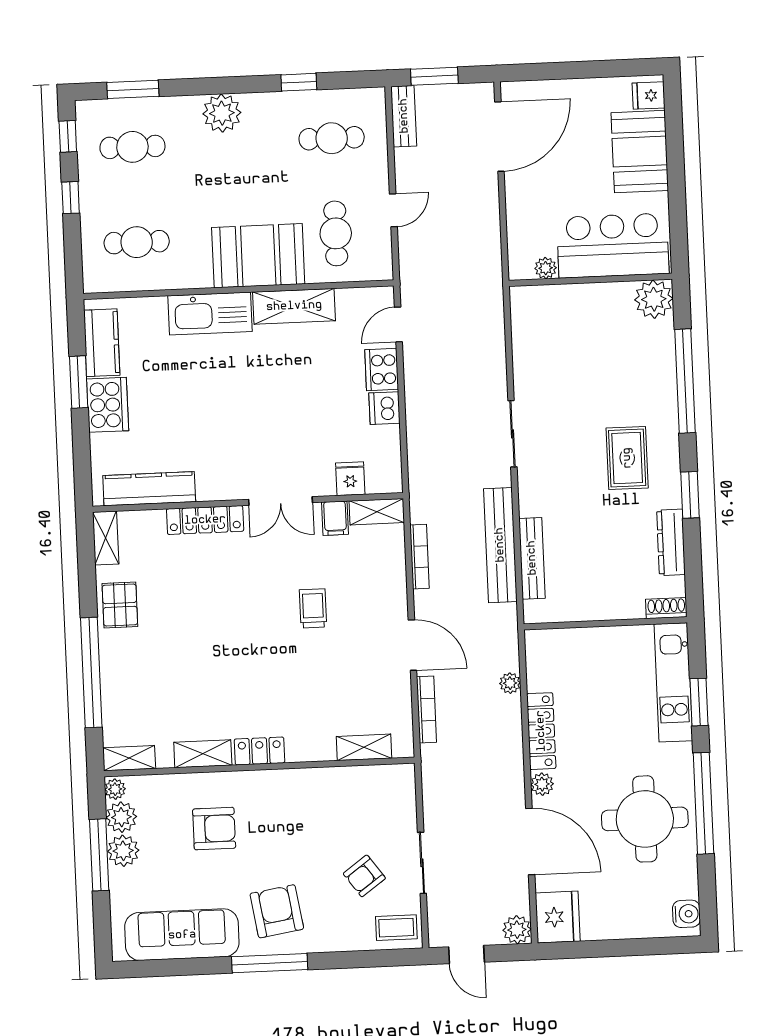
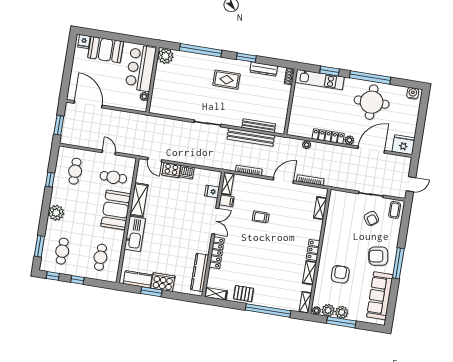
bench: (404, 116) -> (72, 141), removed
plant: (517, 930) -> (405, 162), removed

